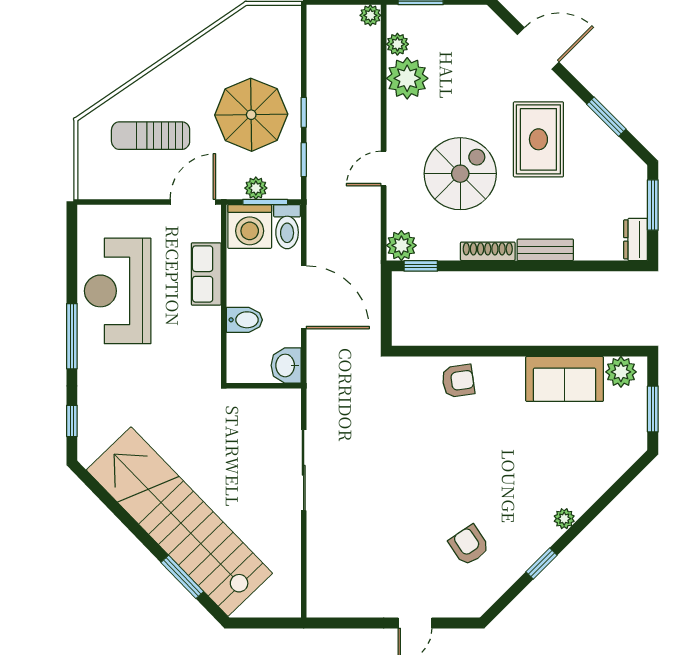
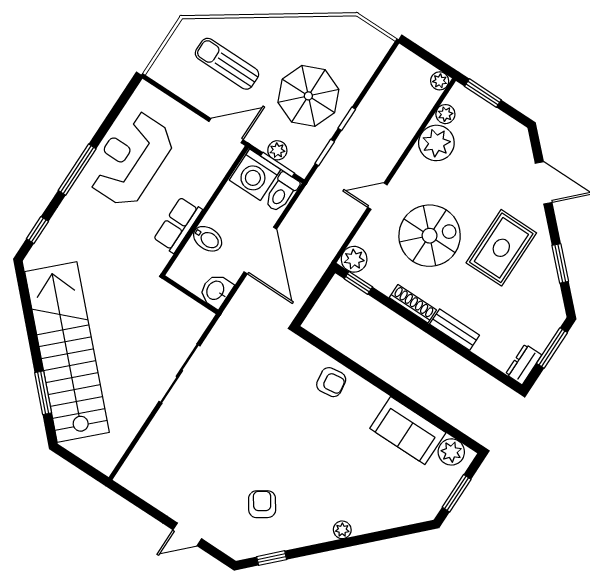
row of seats: (206, 274) -> (178, 225), moved
window: (541, 564) -> (272, 558), moved

